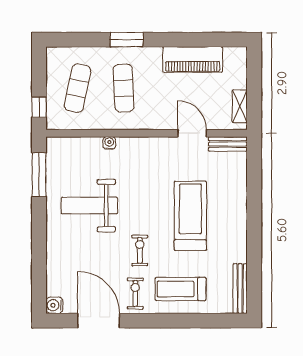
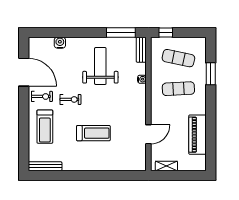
window: (127, 40) -> (211, 74), moved
bench: (228, 144) -> (141, 50), moved
treadmill: (190, 216) -> (93, 133), width x0.73, depth x0.73
treadmill: (181, 289) -> (45, 127), turned 180
water cooler: (54, 305) -> (60, 43), moved
door: (99, 321) -> (24, 72), hinge flipped

